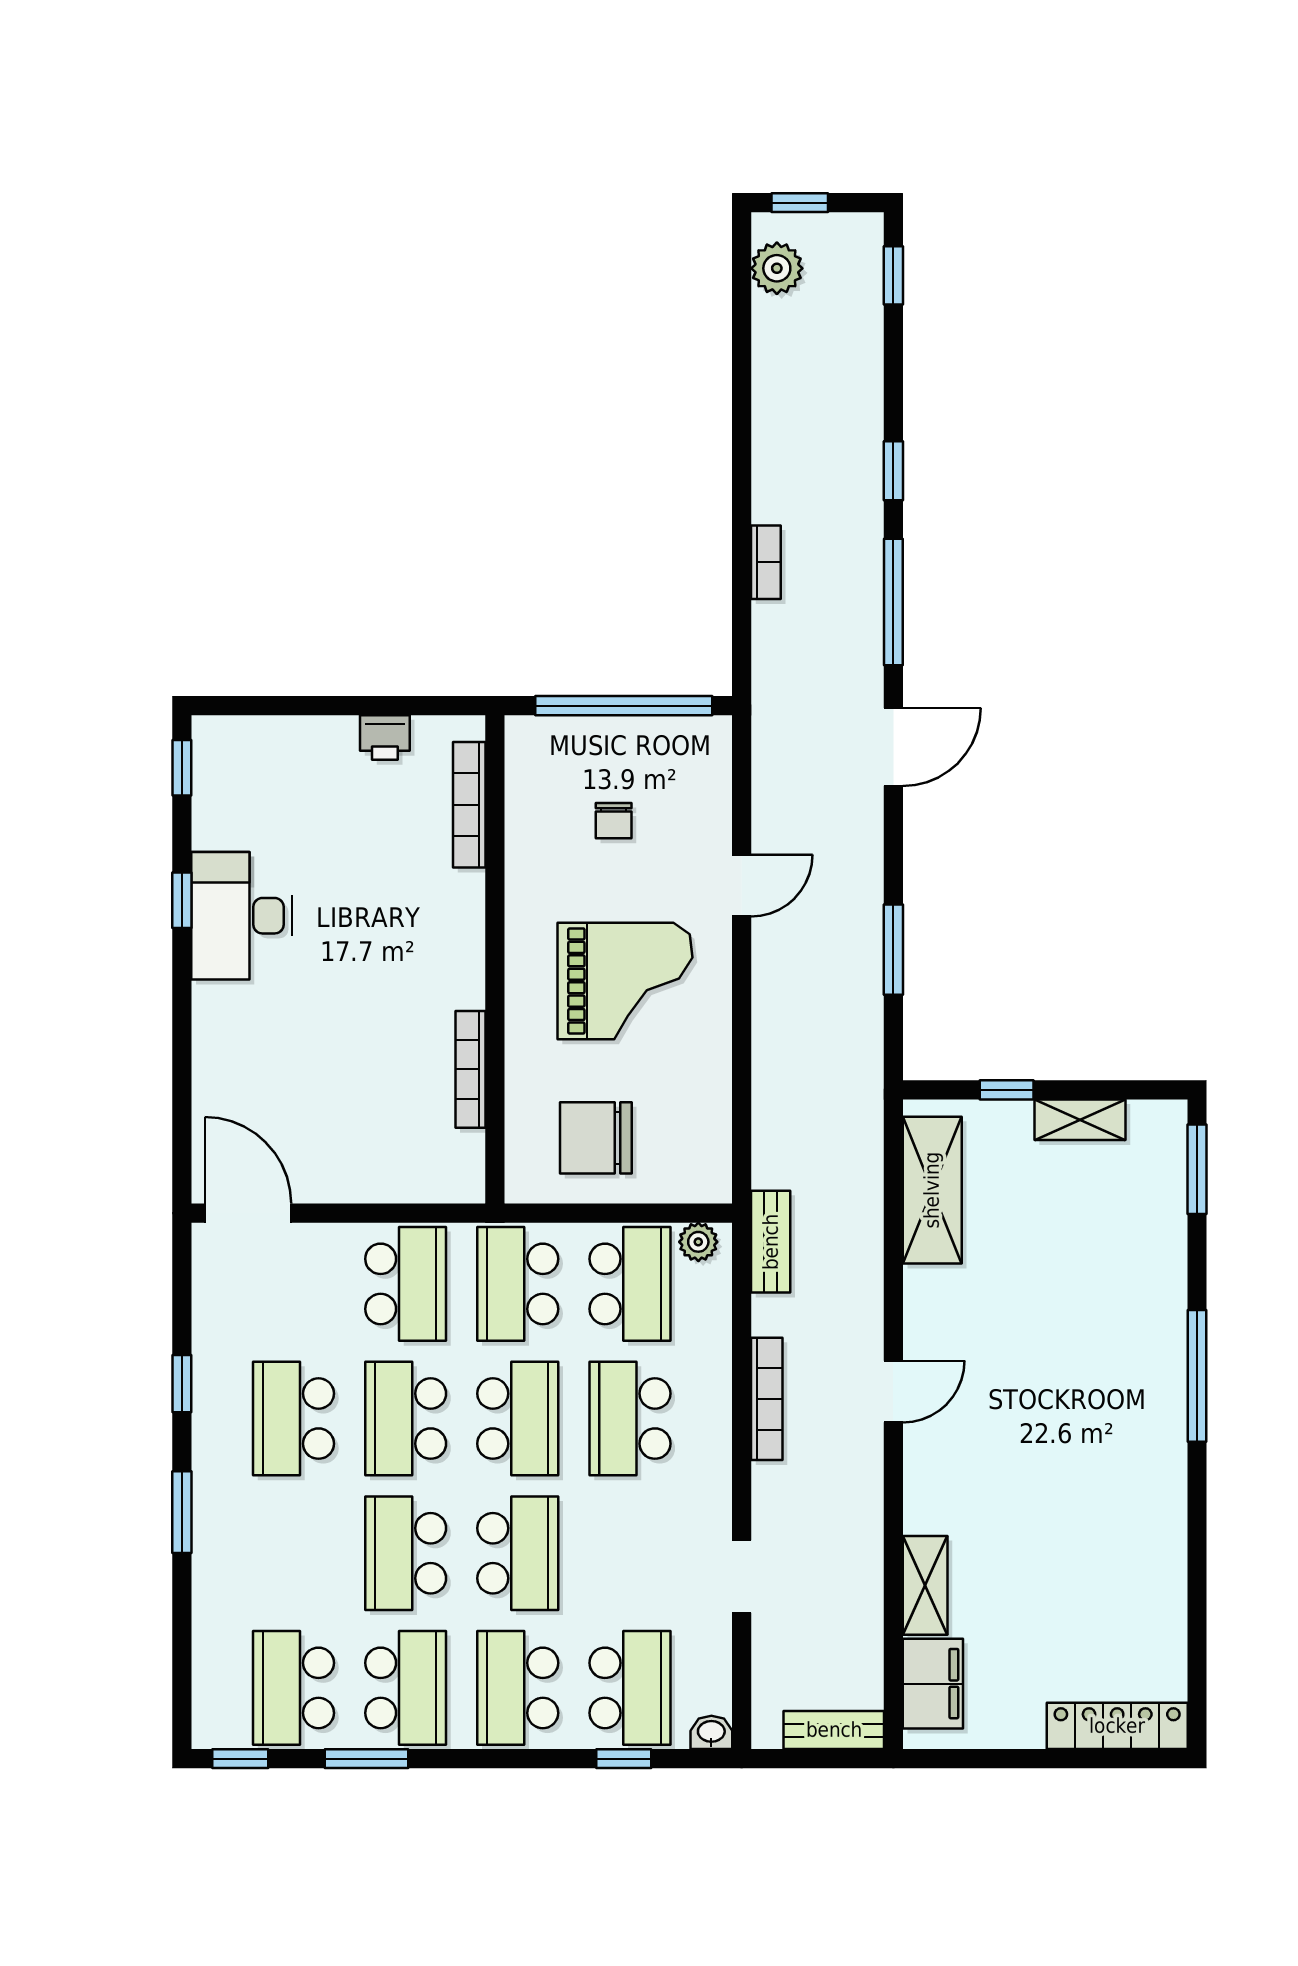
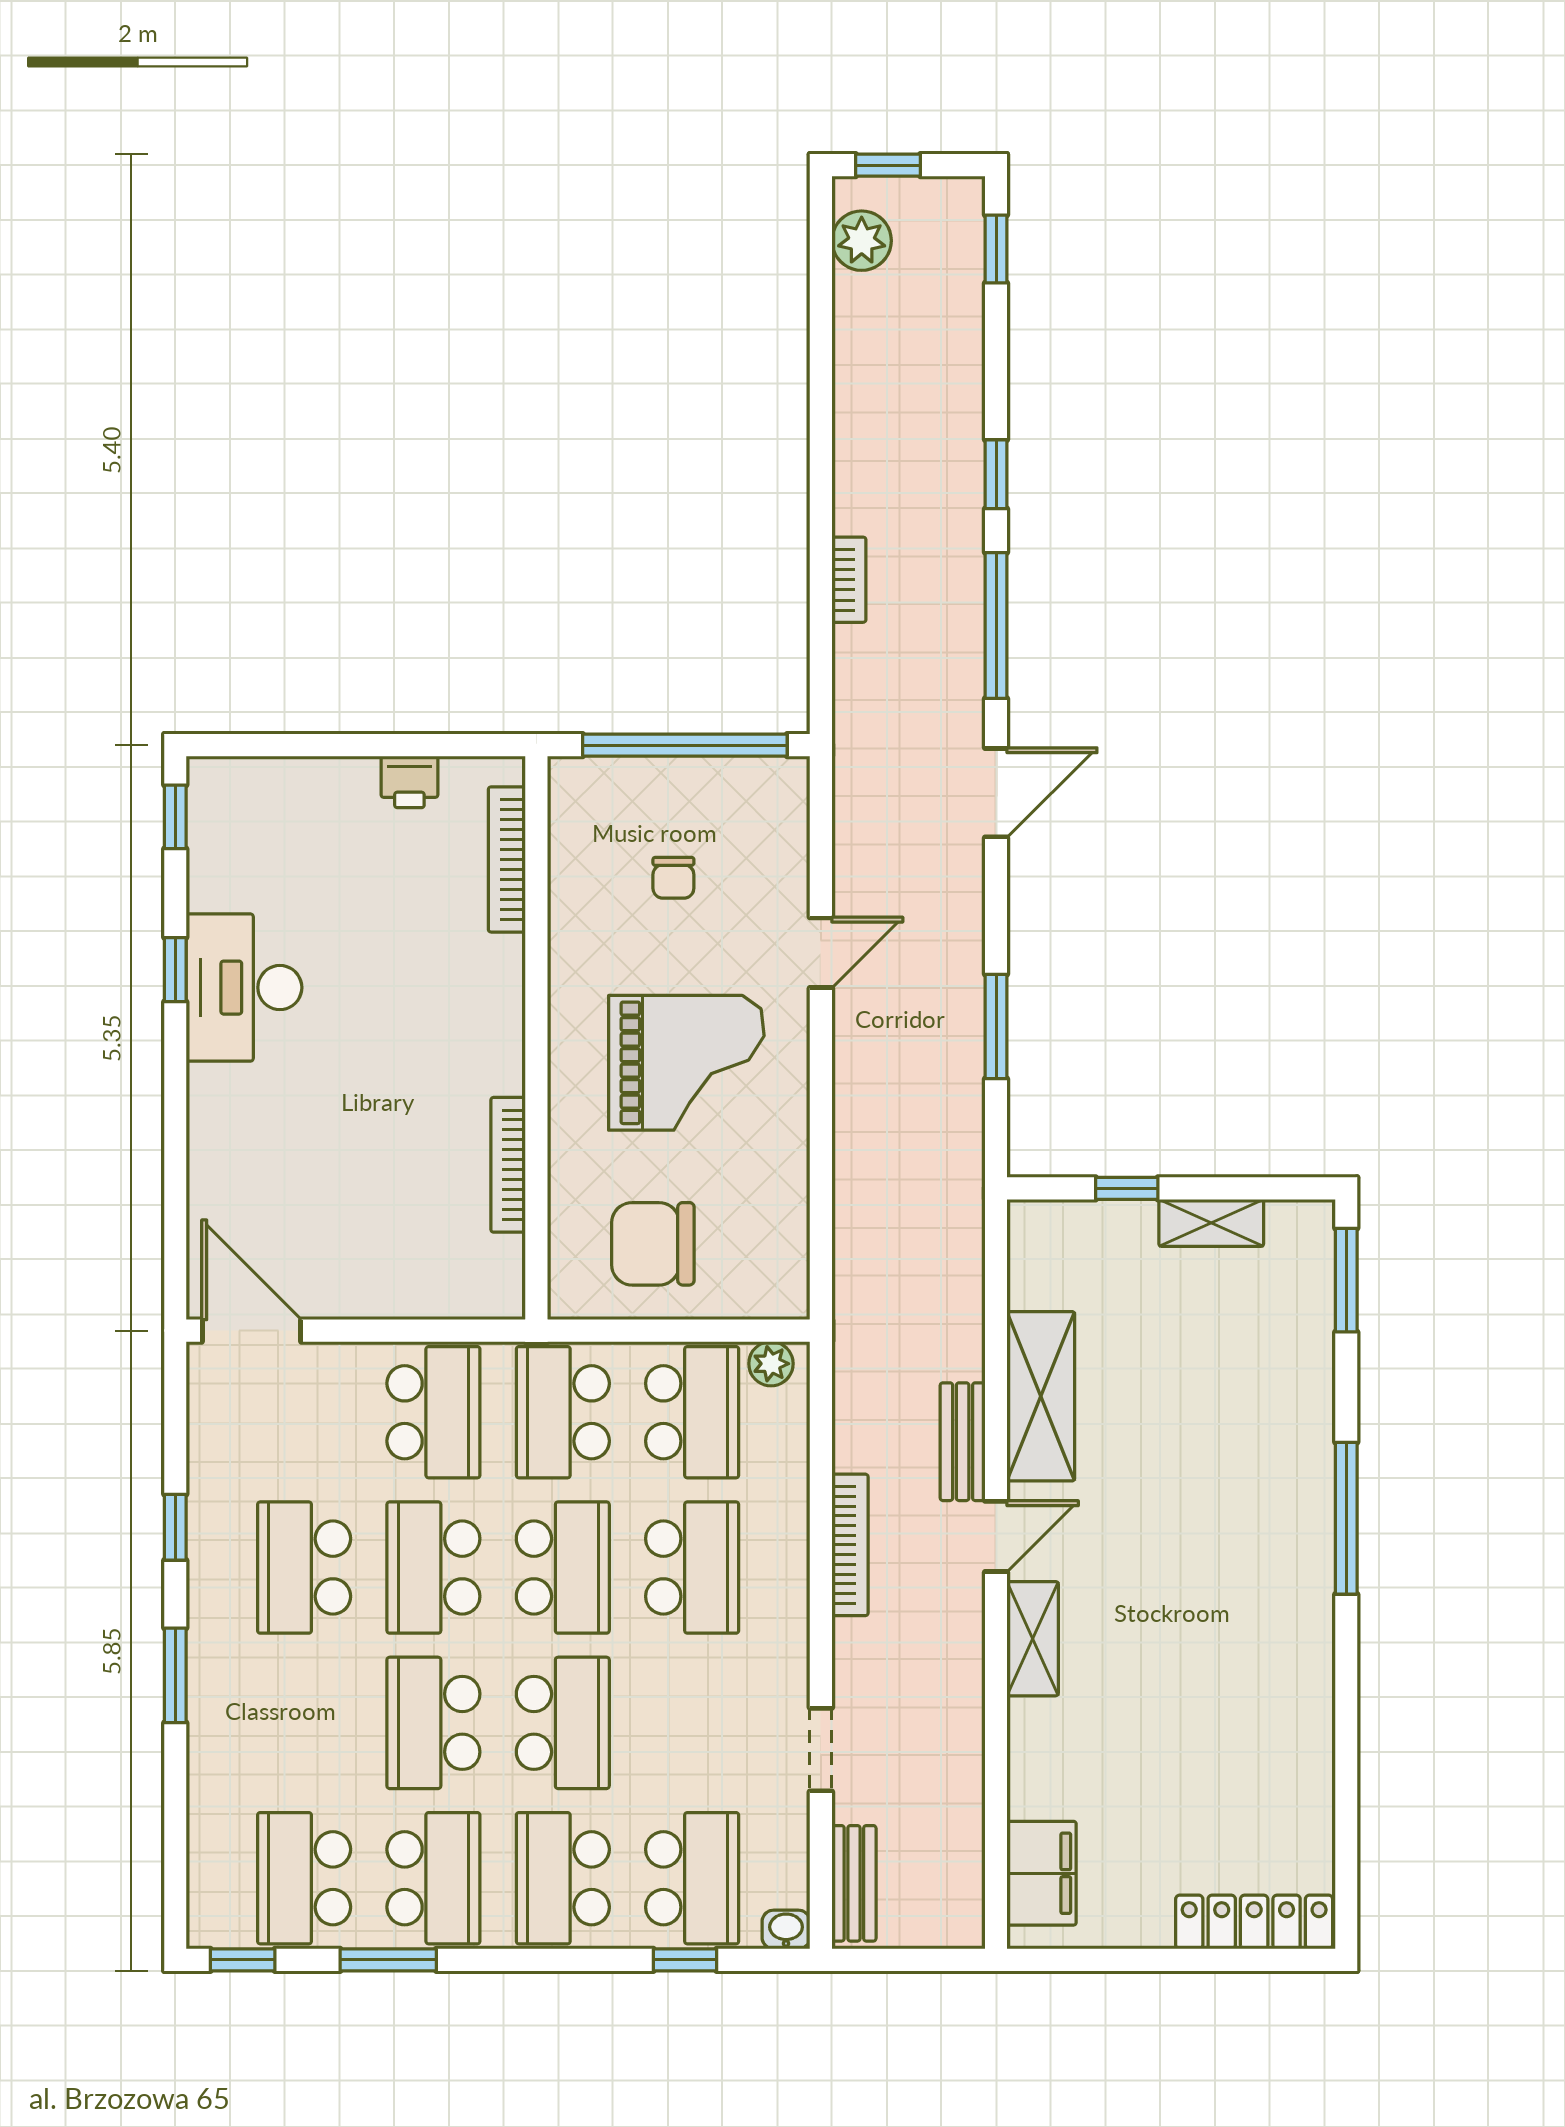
shelving: (932, 1190) -> (1041, 1396), moved
bench: (771, 1242) -> (963, 1442), moved
school desk: (630, 1419) -> (692, 1568), turned 180
shelving: (925, 1585) -> (1033, 1639), moved
bench: (834, 1730) -> (854, 1883), moved, turned 90

